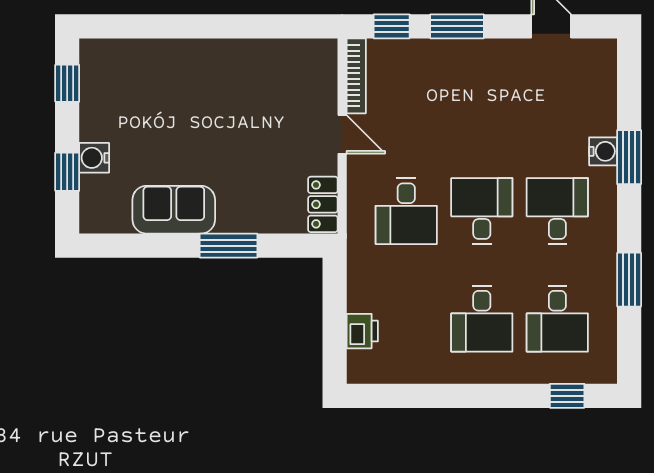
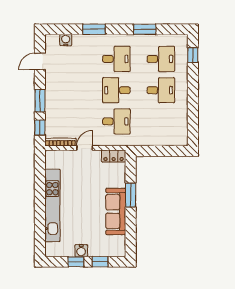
kitchen unit: (204, 56) -> (52, 205), added
window: (67, 83) -> (76, 262), moved
water cooler: (603, 151) -> (66, 40), moved
water cooler: (94, 158) -> (81, 251), moved
sofa: (174, 210) -> (116, 211), width x1.36
desk: (557, 211) -> (116, 59), turned 180
printer: (362, 331) -> (166, 140), removed

